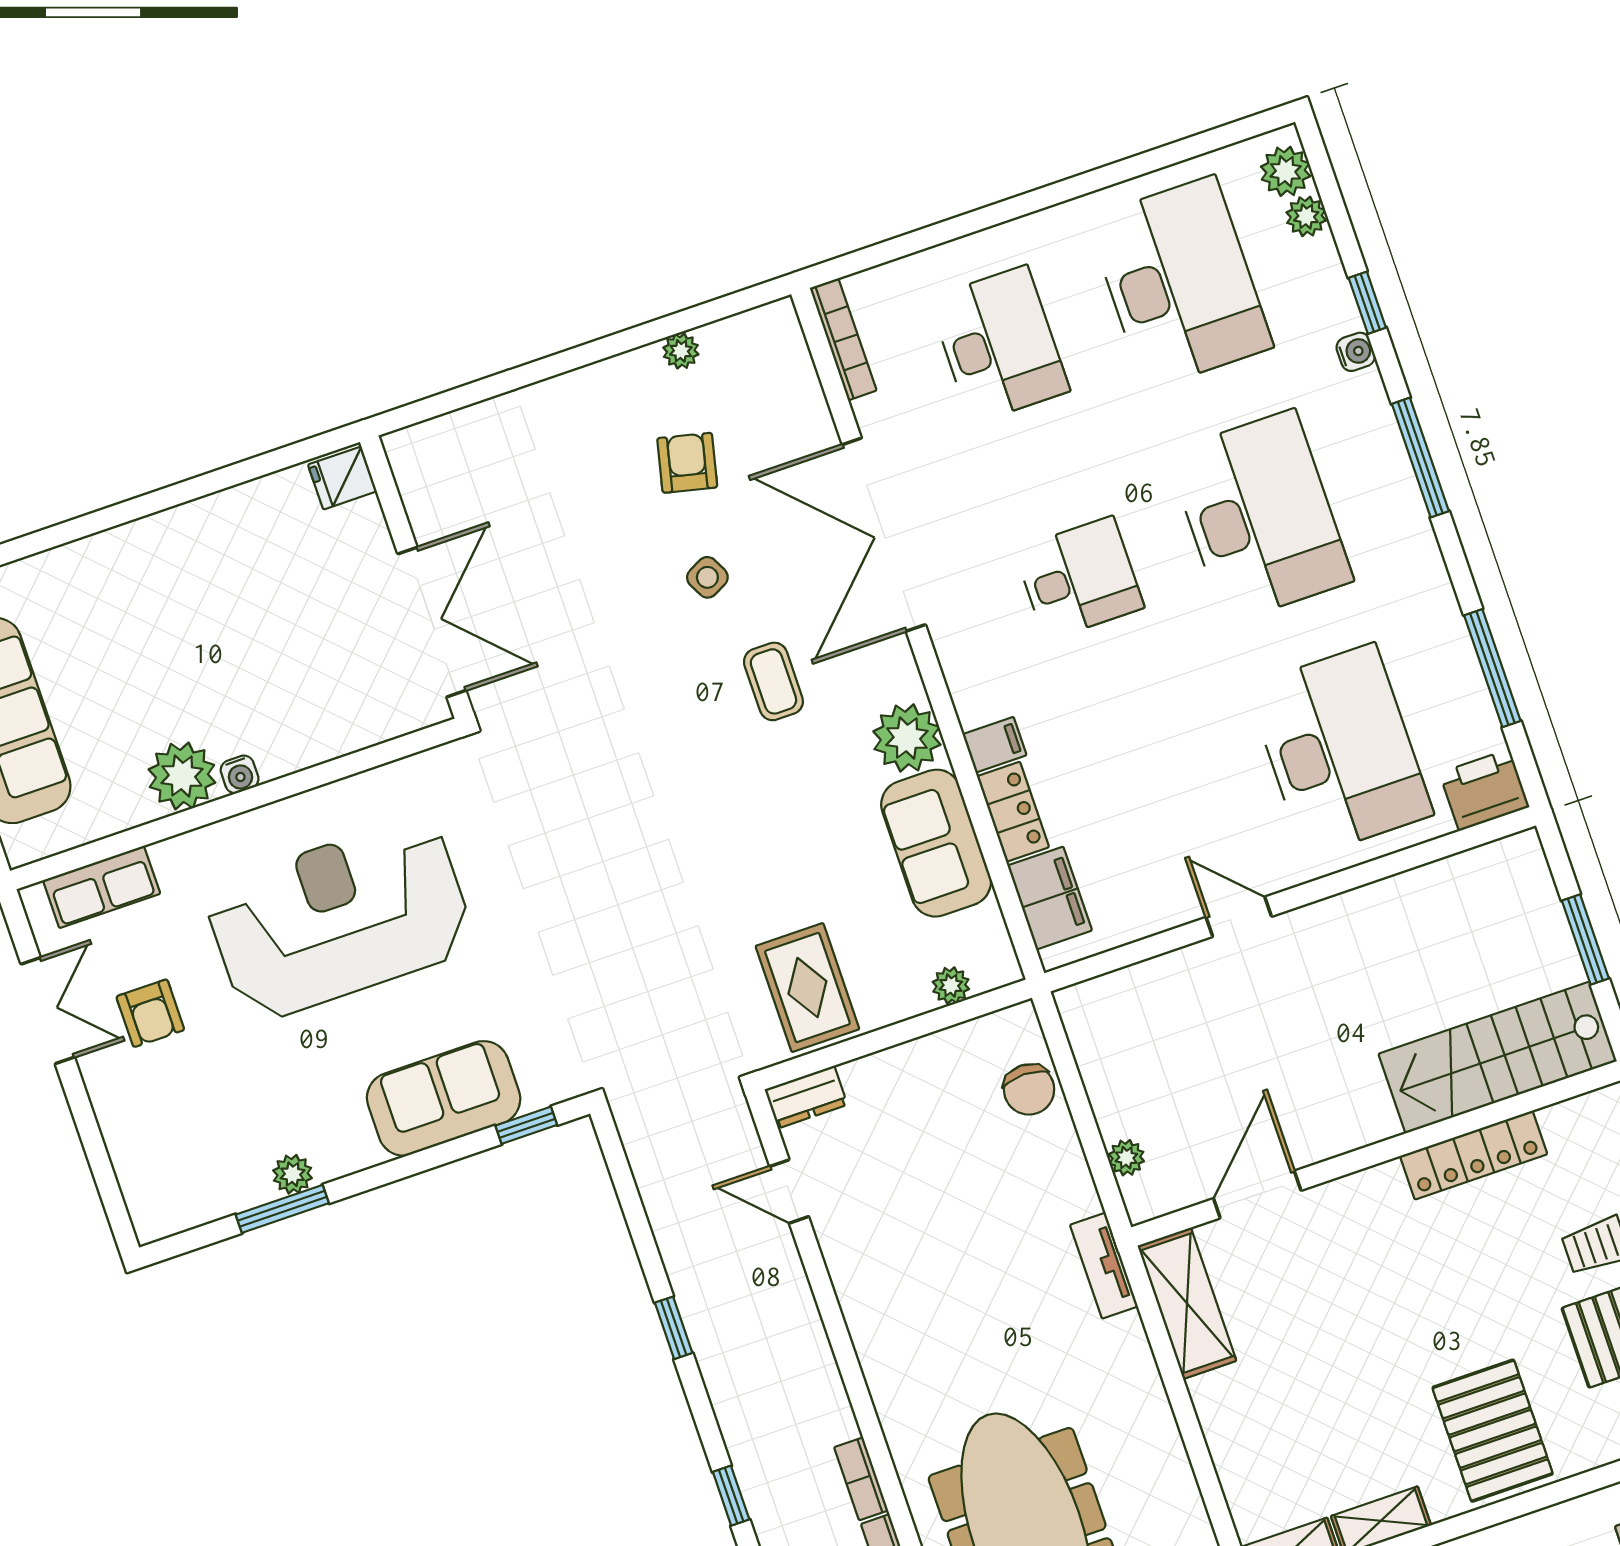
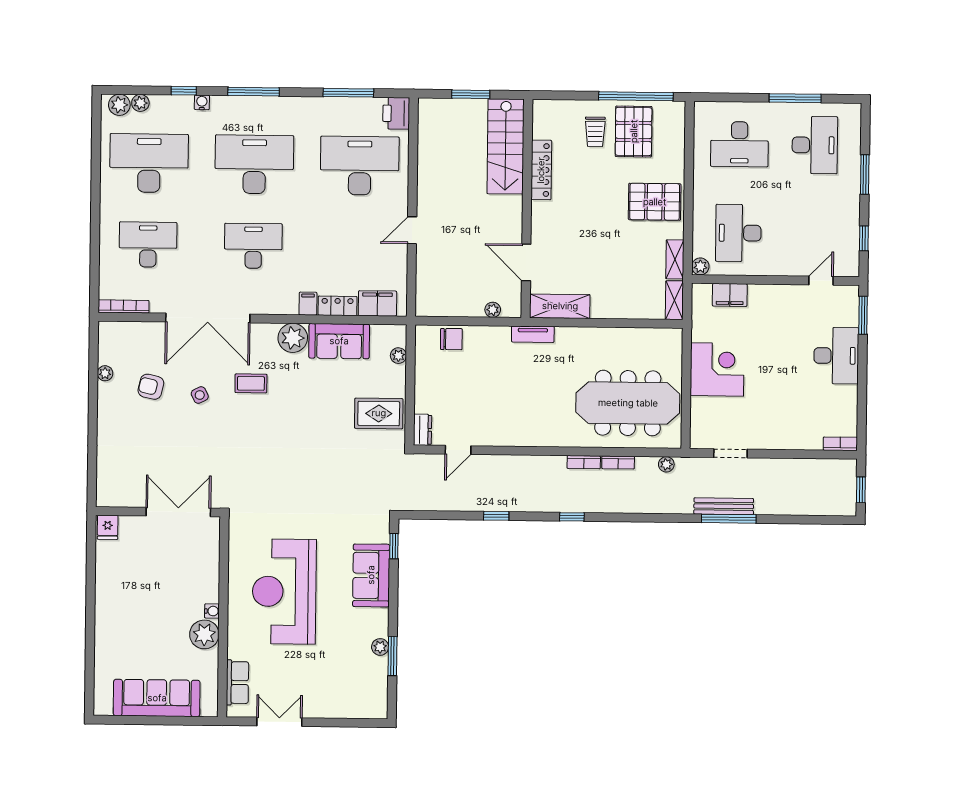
desk: (1079, 578) -> (253, 246), width x1.37
armchair: (150, 1013) -> (295, 681), removed

